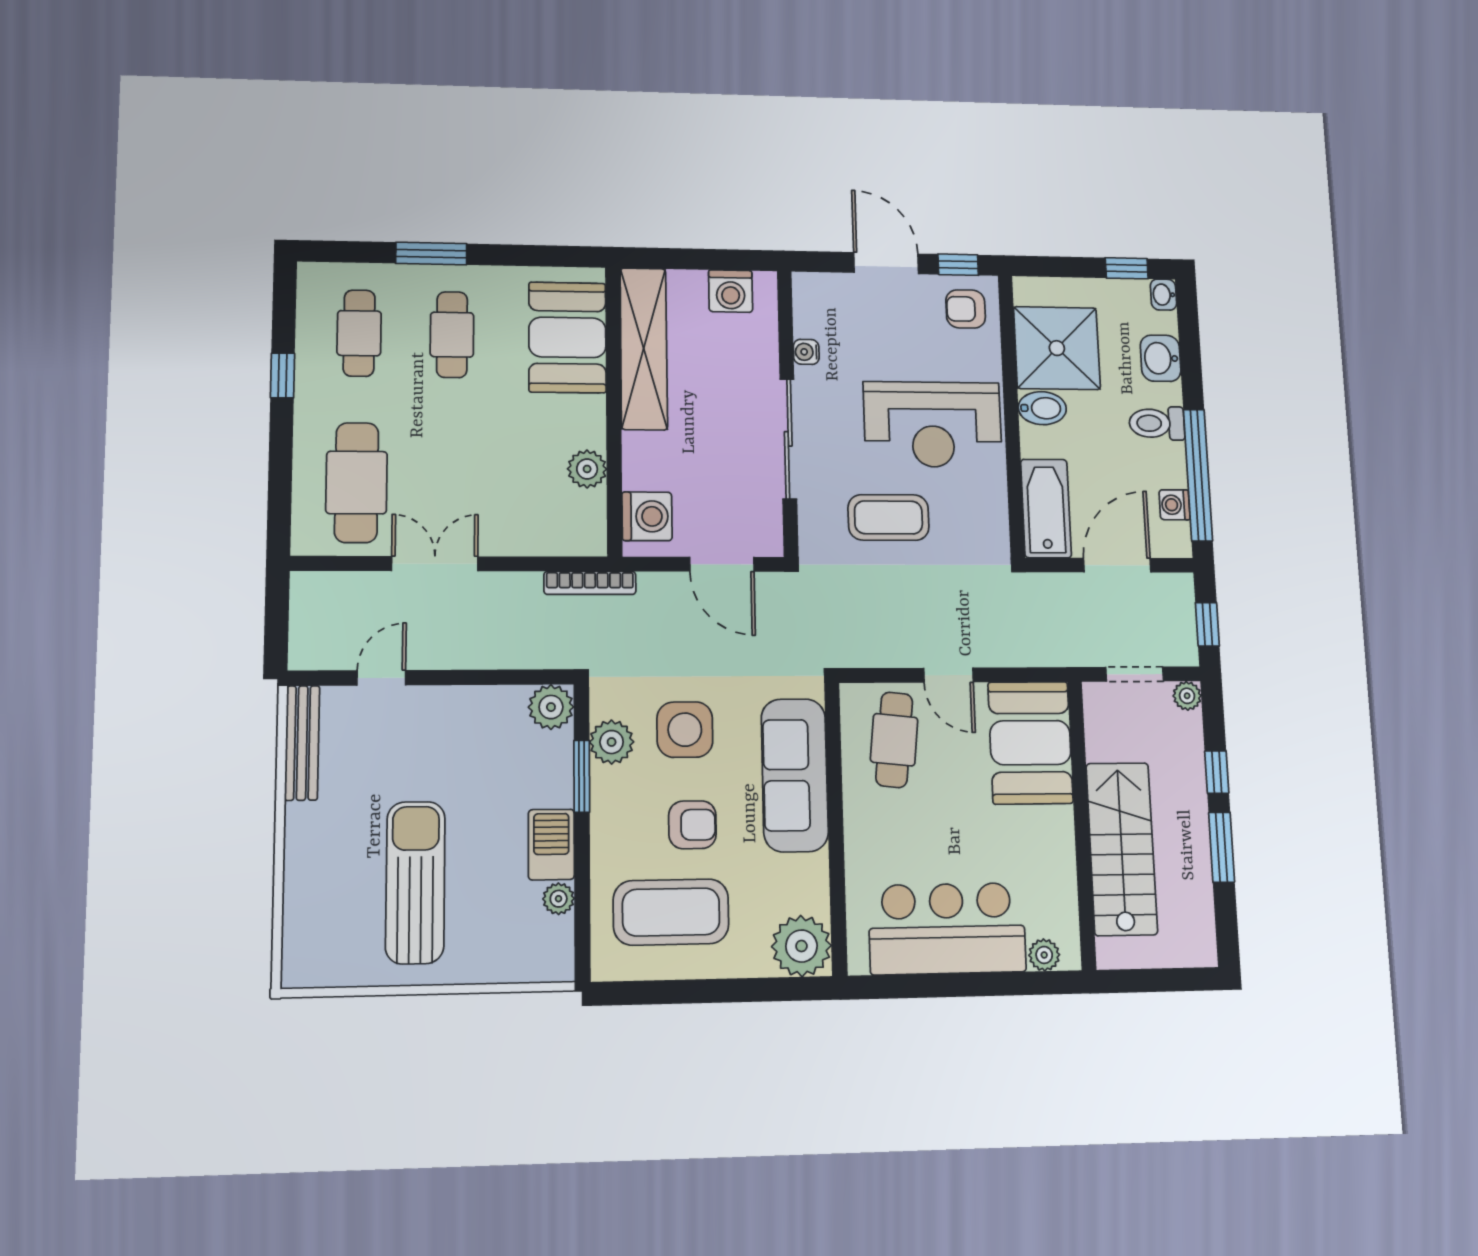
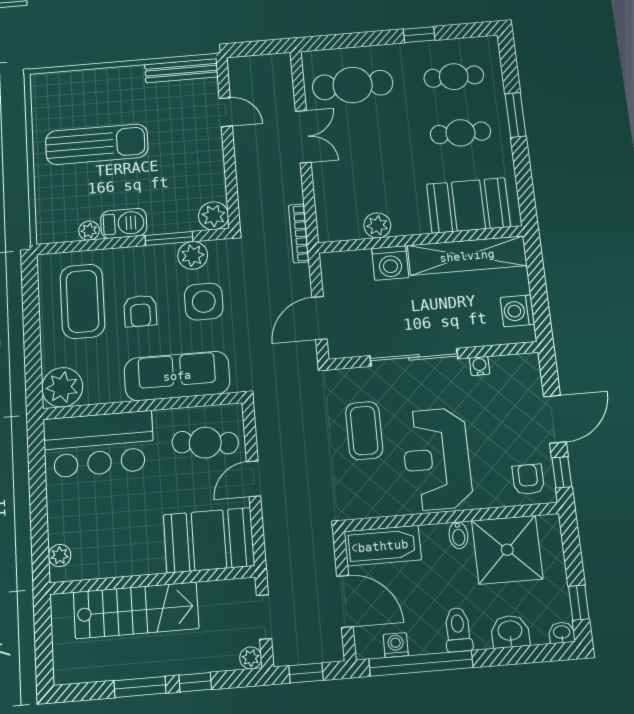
bidet: (1042, 408) -> (458, 535), width x0.72, depth x0.74
washing machine: (647, 516) -> (390, 263), moved
bar counter: (947, 929) -> (99, 444), moved, turned 90

